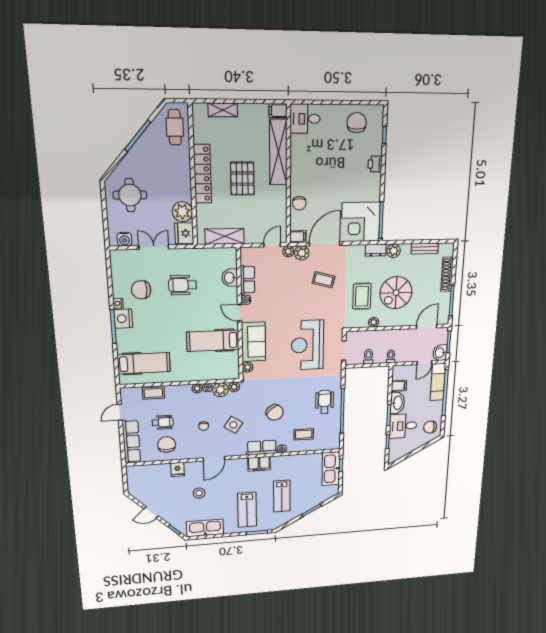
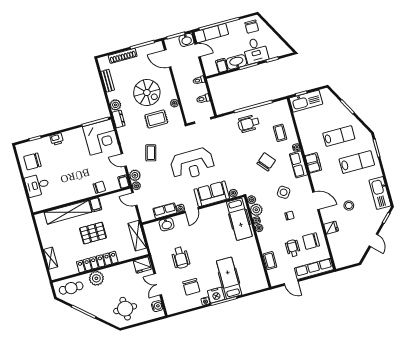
filing cabinet: (278, 111) -> (96, 205), moved
desk: (305, 119) -> (37, 185), moved, turned 90
plant: (182, 212) -> (96, 278), moved
door: (325, 244) -> (124, 160), width x0.53
hospital bed: (213, 341) -> (239, 219), moved
reception desk: (307, 345) -> (192, 164), moved
hospital bed: (144, 363) -> (229, 278), moved

